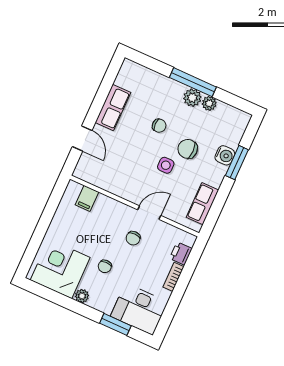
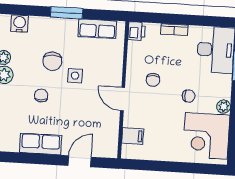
water cooler: (225, 155) -> (20, 24), moved
window: (237, 163) -> (67, 13), moved
door: (149, 213) -> (123, 99), moved
chair: (133, 238) -> (153, 80), turned 90
printer: (181, 253) -> (137, 31), moved, turned -90

